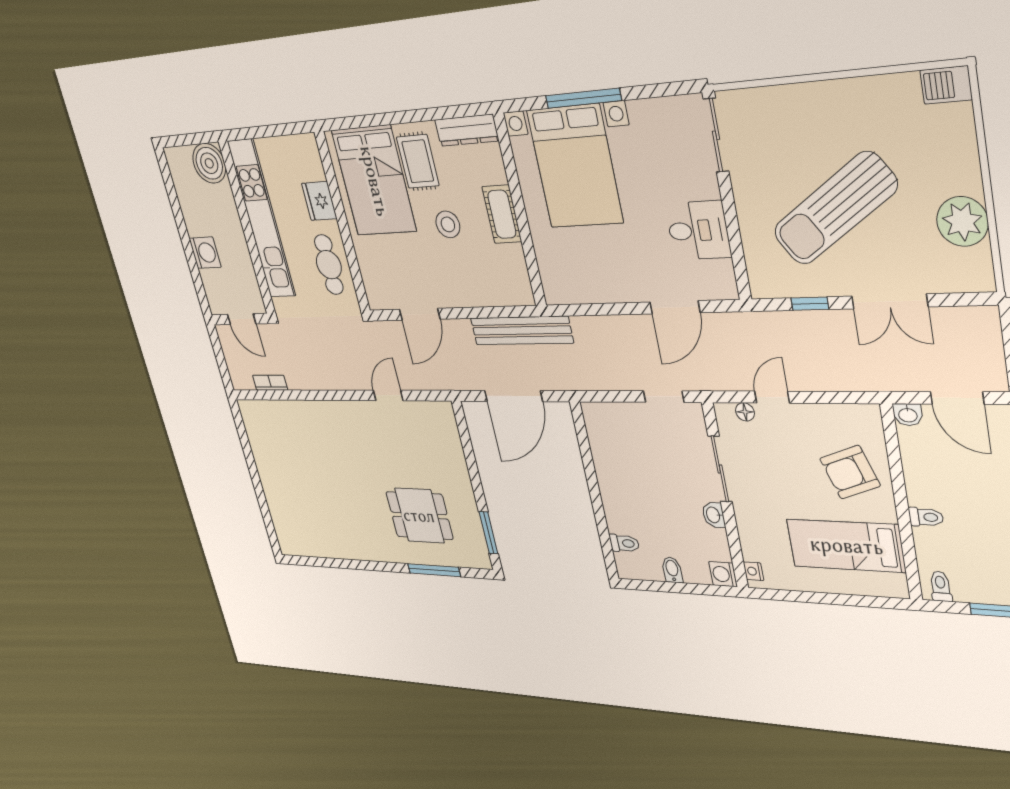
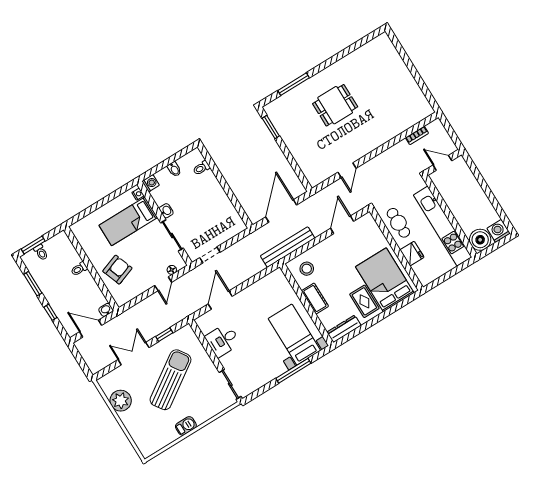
barbecue: (946, 85) -> (186, 426), moved
bed with nightstands: (575, 167) -> (294, 335), width x0.73
stool: (448, 224) -> (307, 269), moved
washing machine: (205, 253) -> (498, 231), moved, turned 90
dining table: (419, 516) -> (335, 105), moved
bed: (846, 546) -> (128, 221), moved, turned 180
toilet: (941, 586) -> (41, 252), moved

